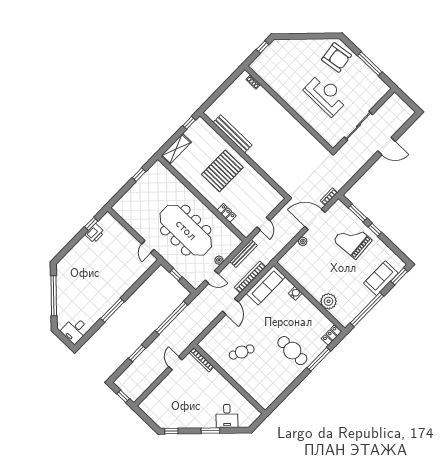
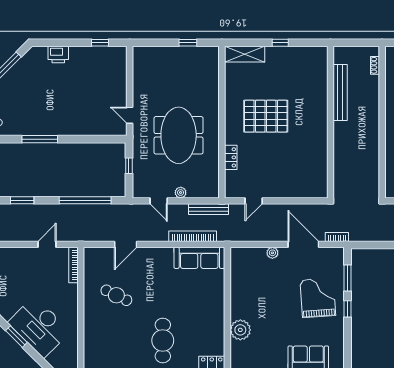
bench: (233, 134) -> (340, 92), moved
wall: (244, 155) -> (330, 122), moved
meeting table: (186, 230) -> (179, 135), width x0.73
printer: (95, 233) -> (58, 54), moved
door: (148, 247) -> (130, 115), hinge flipped
water cooler: (295, 293) -> (218, 292), removed
door: (230, 306) -> (126, 244), moved
desk: (227, 416) -> (39, 327), width x1.87, depth x1.30

